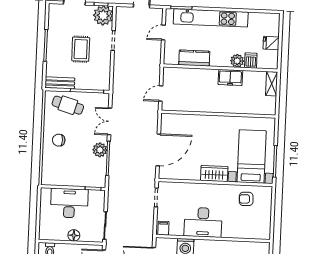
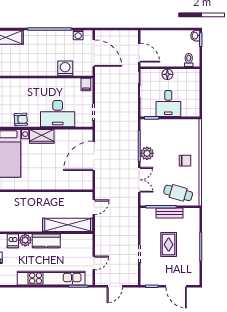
plant: (103, 15) -> (149, 276), removed
kitchen counter: (194, 58) -> (46, 241), moved
shelving: (190, 75) -> (68, 225), added
freezer: (230, 77) -> (31, 225), removed
bench: (60, 83) -> (169, 213), moved
armchair: (246, 199) -> (21, 119), moved
desk: (69, 203) -> (168, 104), width x0.73
desk: (203, 222) -> (58, 114), moved, turned 180

